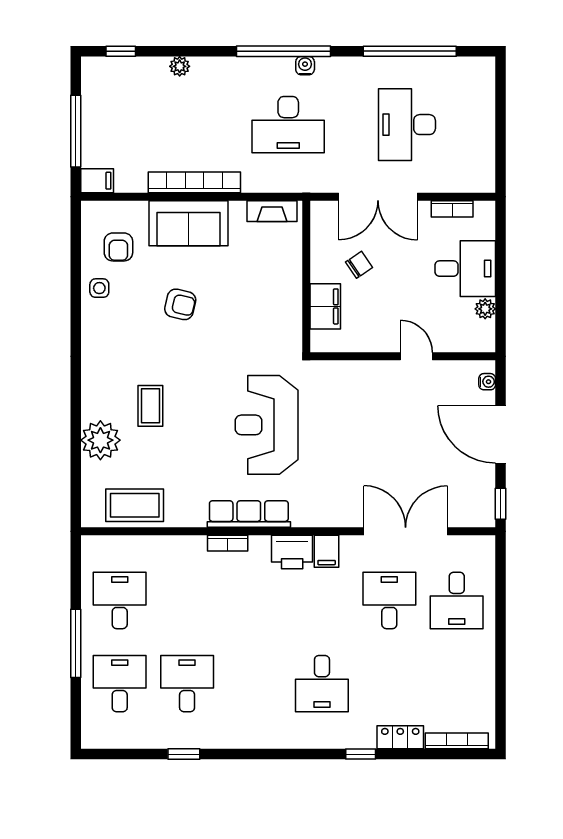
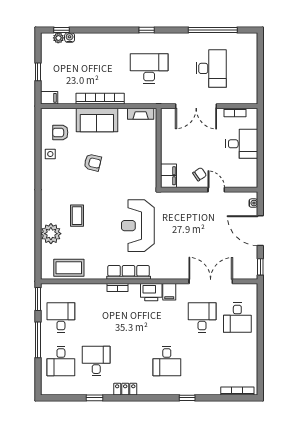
window: (283, 51) -> (147, 30), width x0.32
plant: (180, 66) -> (58, 38), moved
water cooler: (305, 66) -> (70, 38), moved
desk: (288, 125) -> (149, 68), turned 180
desk: (407, 125) -> (211, 68), turned 180
window: (76, 131) -> (38, 72), width x0.46
armchair: (118, 247) -> (60, 132), turned 90
chair: (359, 265) -> (200, 174), moved
filing cabinet: (325, 306) -> (169, 176), moved
plant: (485, 309) -> (252, 165), removed
window: (76, 565) -> (38, 299), added
desk: (120, 684) -> (61, 361), turned 180
locker: (400, 737) -> (125, 389), moved

